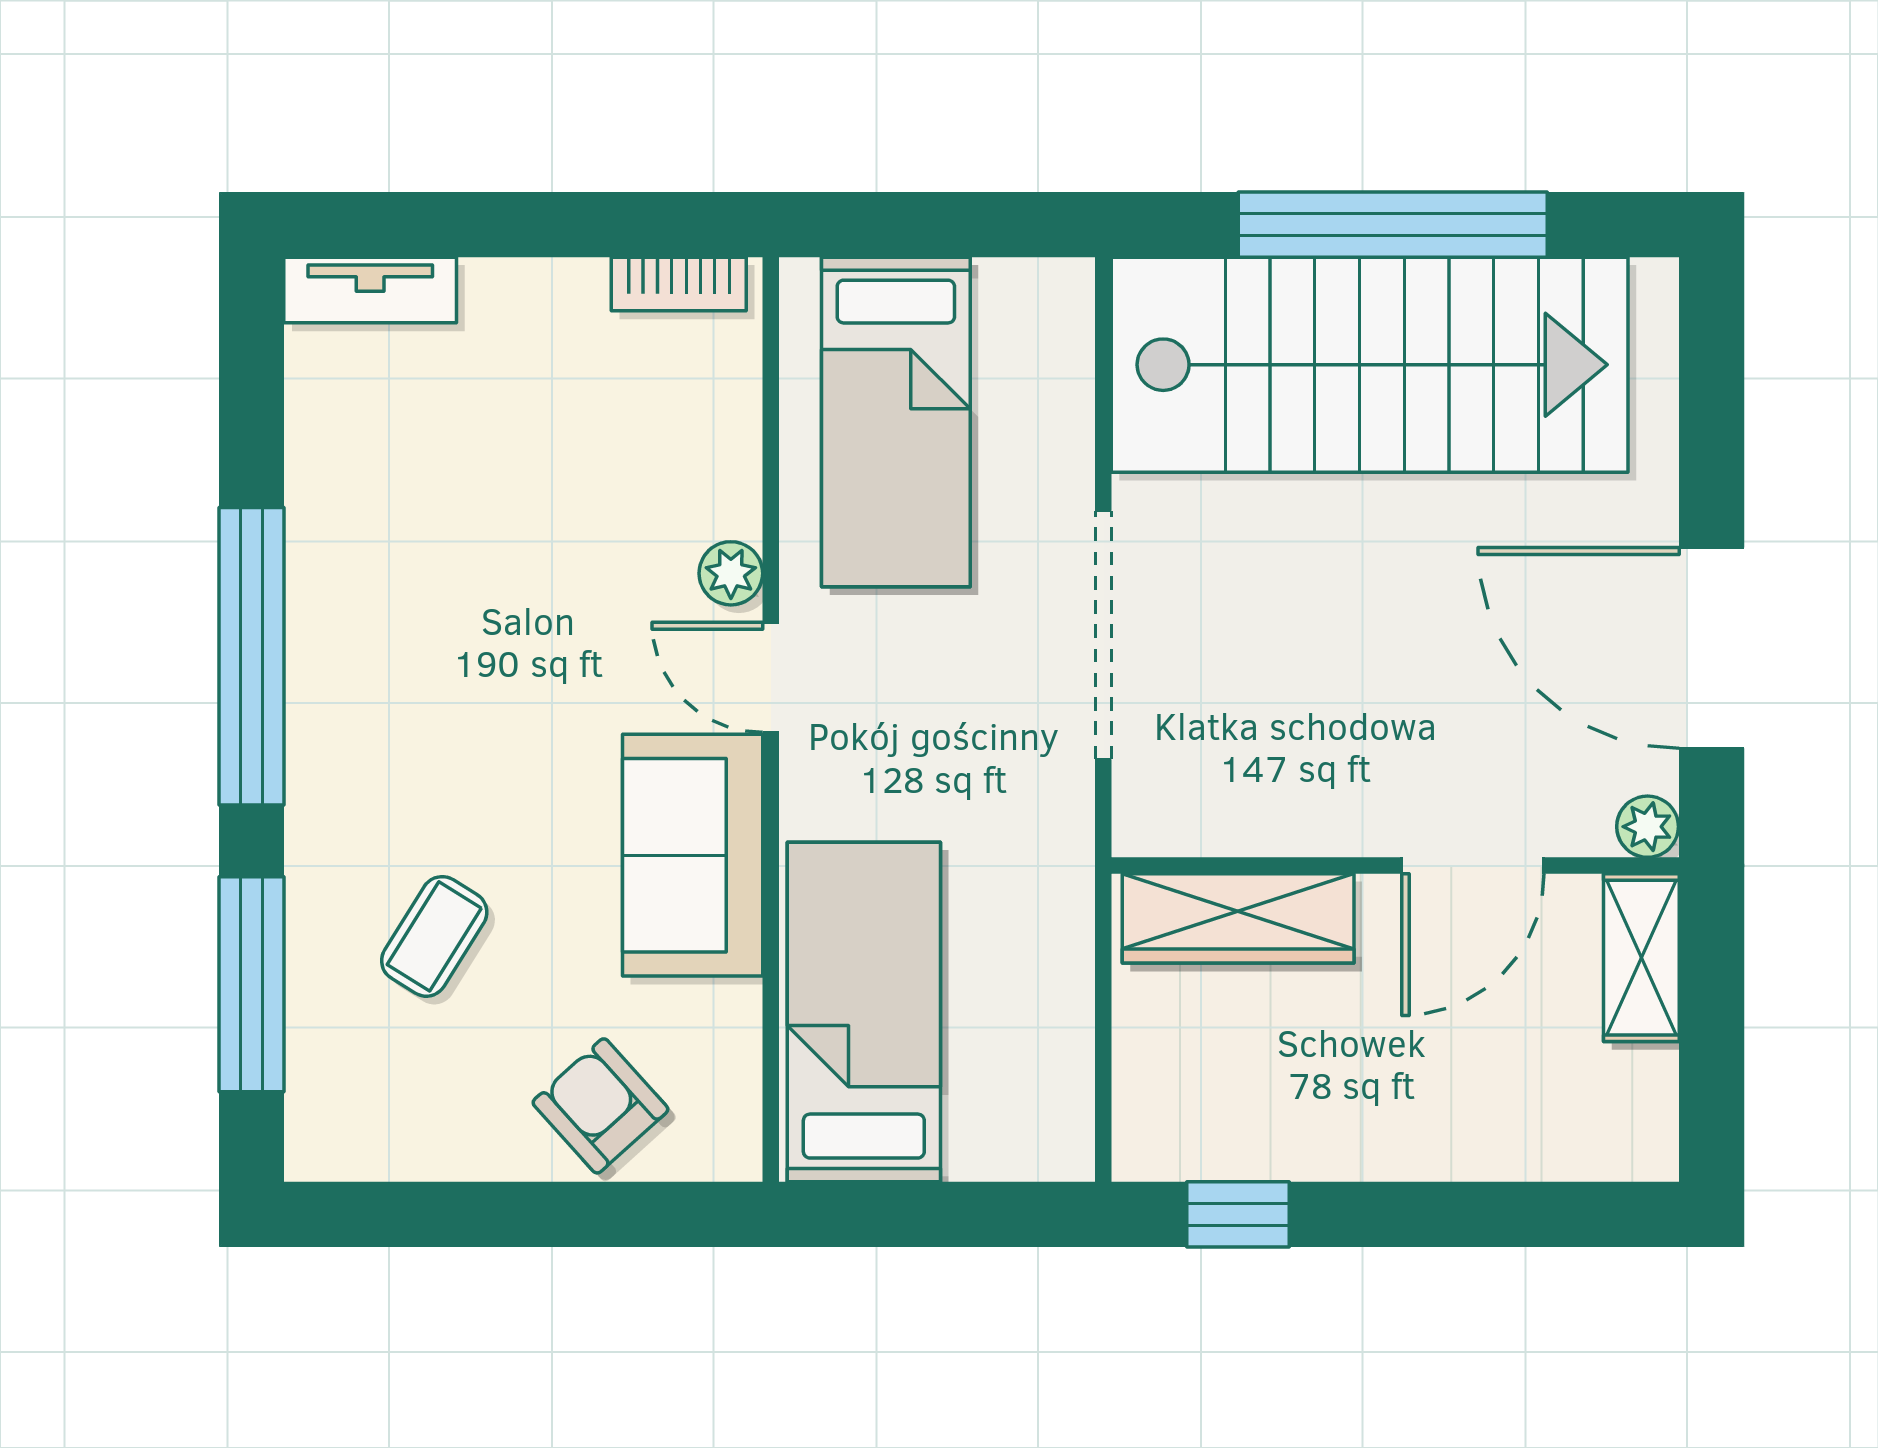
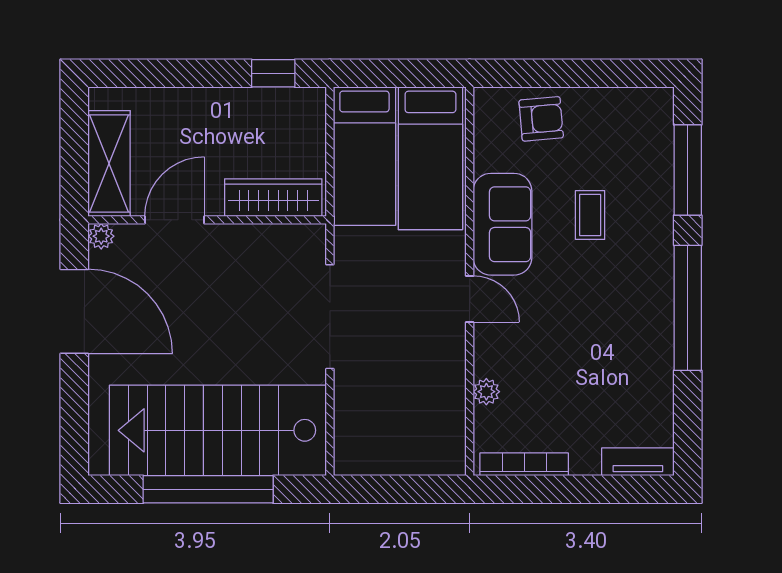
bookcase: (679, 284) -> (524, 464), width x1.56
bed: (896, 422) -> (364, 156), moved, turned 180
plant: (731, 573) -> (486, 392), moved
coffee table: (434, 936) -> (590, 215), moved, turned -32
shelving: (1641, 958) -> (109, 164), width x1.50, depth x1.33
armchair: (600, 1106) -> (541, 119), turned -53

